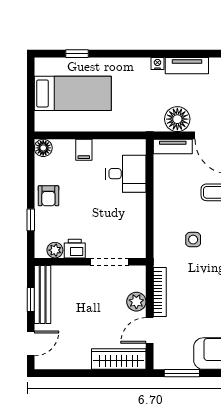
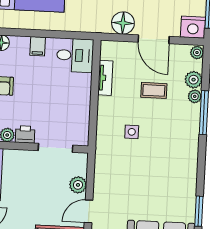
tv unit: (173, 147) -> (105, 78), moved, turned -90
desk: (126, 174) -> (75, 55), moved
bookcase: (160, 292) -> (99, 177), removed

